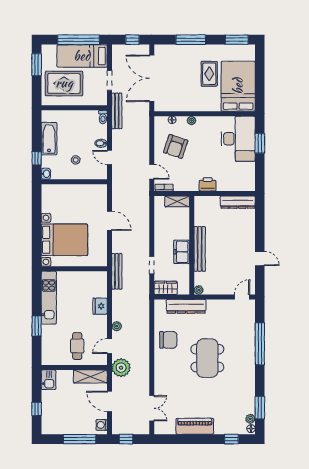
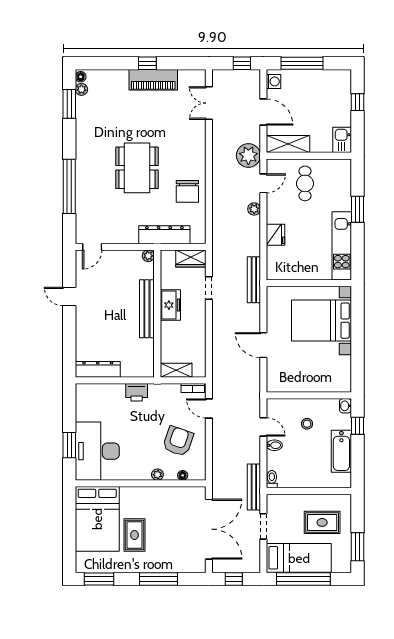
rug: (64, 83) -> (322, 522), width x0.73, depth x0.70
chair: (168, 340) -> (187, 191), turned -90
window: (231, 439) -> (147, 63), moved

